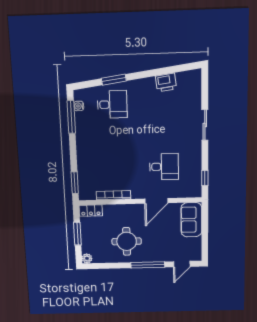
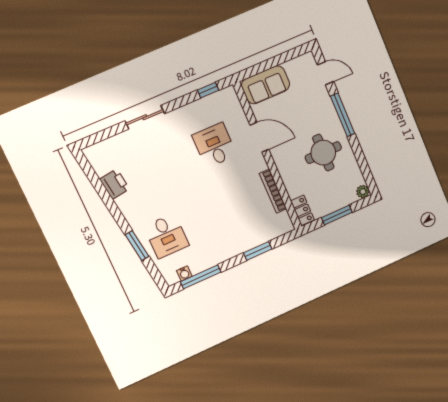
desk: (112, 104) -> (166, 236), turned 180
window: (75, 183) -> (258, 251), moved

